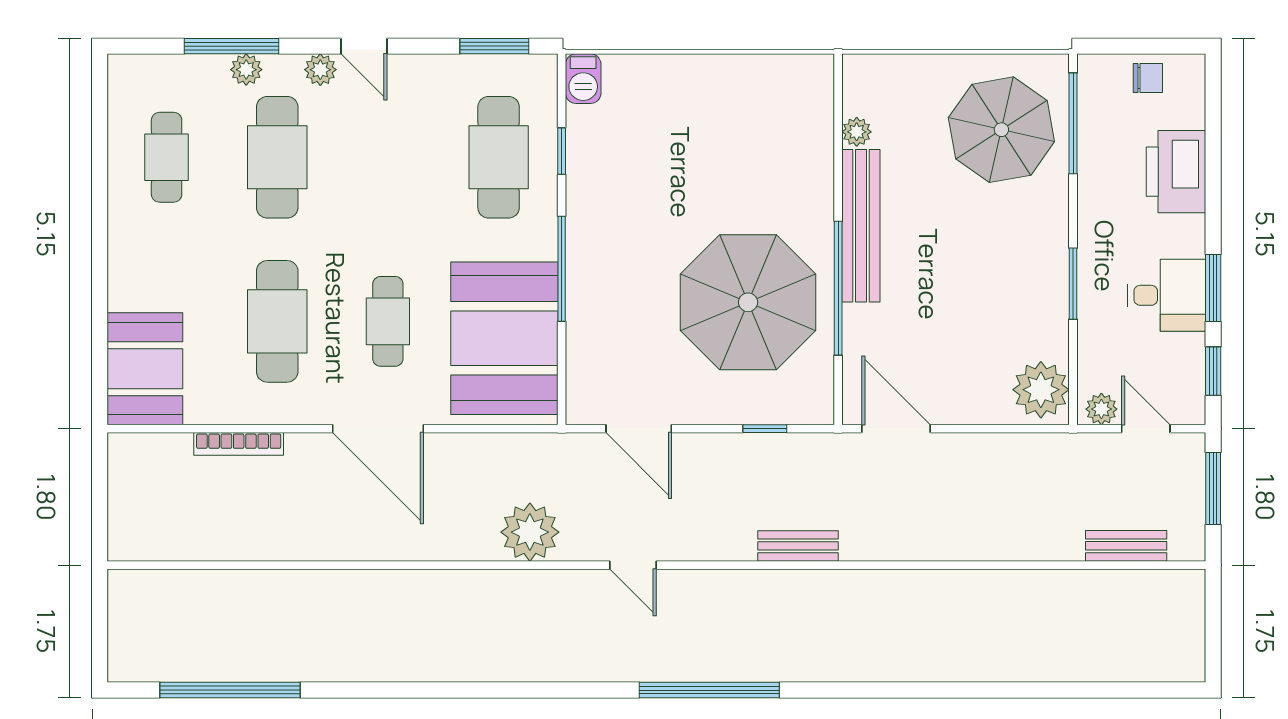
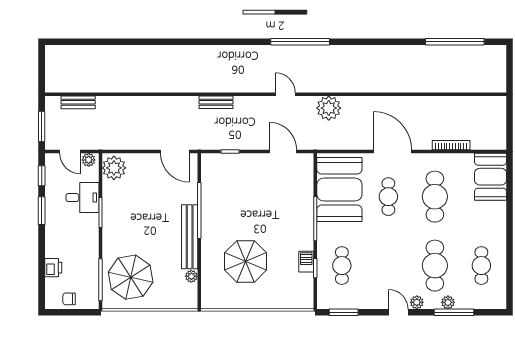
barbecue: (583, 79) -> (306, 262), moved
cafe table: (499, 157) -> (342, 266), width x0.73, depth x0.74
printer: (1176, 172) -> (53, 268), width x0.53, depth x0.68
desk: (1167, 295) -> (83, 198), moved, turned 180
parasol: (748, 302) -> (246, 261), moved, width x0.73, depth x0.73
window: (709, 690) -> (300, 42), moved

